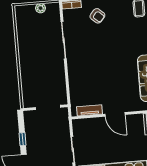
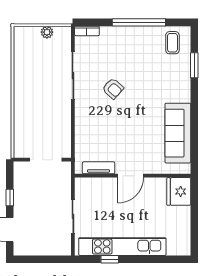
armchair: (97, 16) -> (113, 88), moved
door: (115, 114) -> (131, 176), hinge flipped

